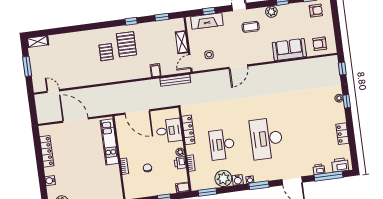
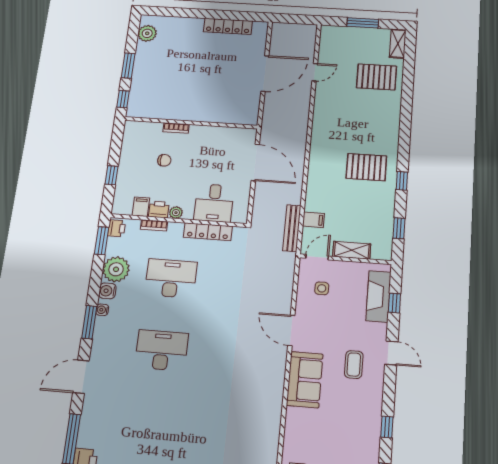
plant: (271, 12) -> (373, 405), removed
sofa: (289, 50) -> (305, 380), moved
pallet: (106, 52) -> (376, 77), moved, width x1.50, depth x1.42
door: (190, 61) -> (317, 257), hinge flipped
filing cabinet: (156, 70) -> (313, 220), moved
door: (53, 91) -> (315, 72), moved
door: (137, 112) -> (255, 162), swing flipped
desk: (266, 139) -> (162, 350), width x0.73, depth x0.77
kitchen unit: (109, 142) -> (219, 114), removed
printer: (319, 169) -> (117, 228), moved
water cooler: (50, 181) -> (183, 23), removed
filing cabinet: (183, 187) -> (141, 207), moved

